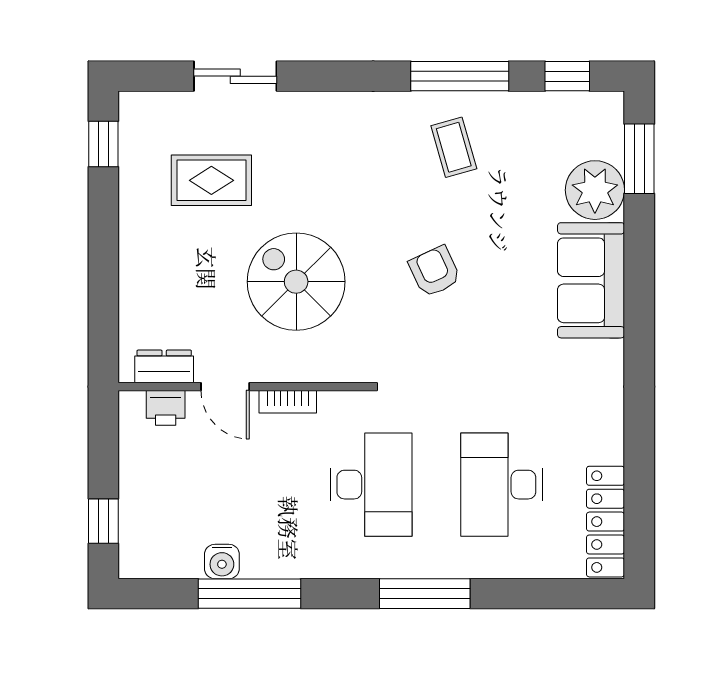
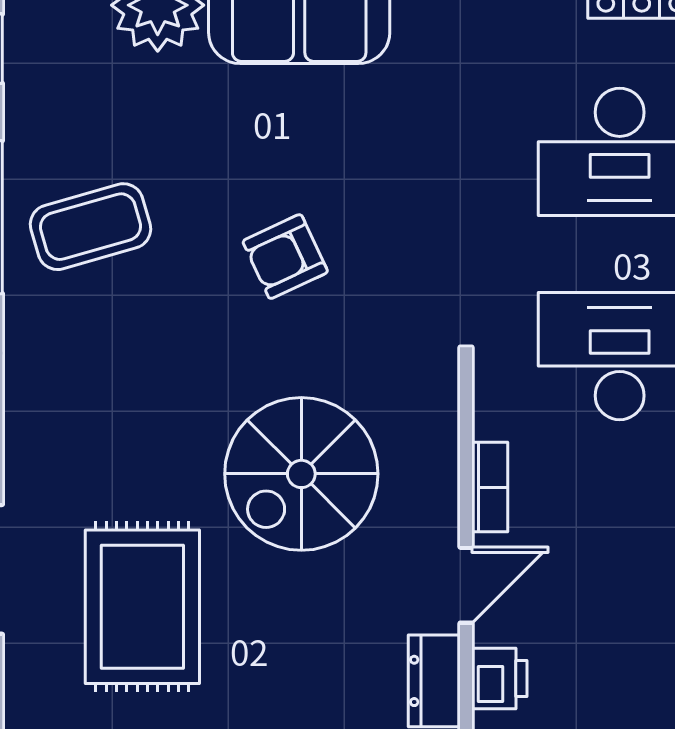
coffee table: (454, 147) -> (90, 227), width x1.36, depth x1.30
rug: (211, 180) -> (142, 607), width x1.36, depth x1.43

